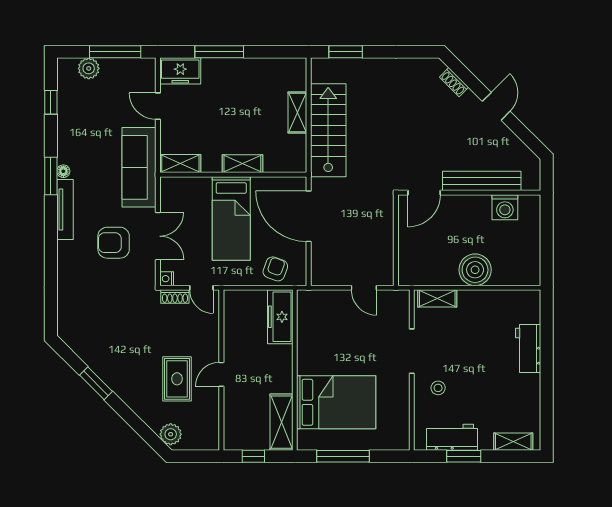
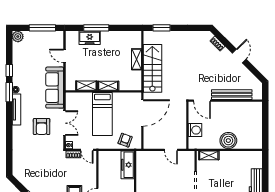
plant: (89, 68) -> (18, 36), moved
freezer: (180, 71) -> (90, 38), moved
window: (51, 102) -> (9, 71), moved
shelving: (180, 164) -> (86, 86), moved
door: (424, 193) -> (202, 101), hinge flipped
washing machine: (505, 207) -> (195, 130), moved, turned -90
door: (309, 216) -> (142, 113), swing flipped
armchair: (114, 243) -> (42, 127), turned -90

